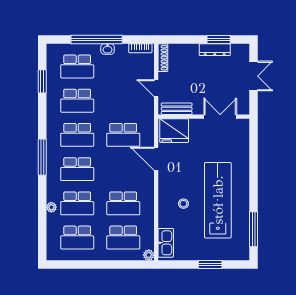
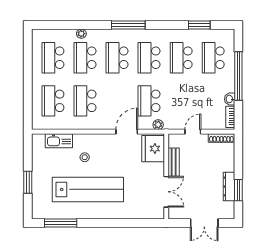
washbasin: (108, 49) -> (230, 99), moved
bench: (177, 109) -> (174, 162), moved
kitchen sink: (166, 243) -> (59, 141), moved
plant: (149, 255) -> (158, 125), moved

